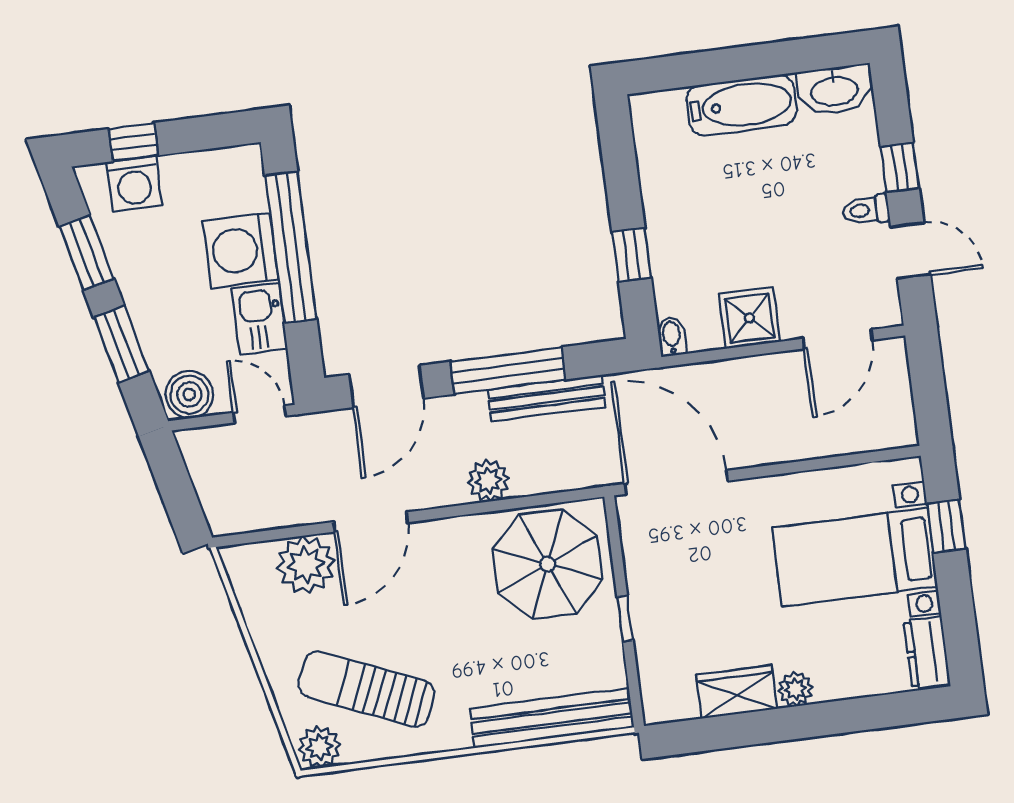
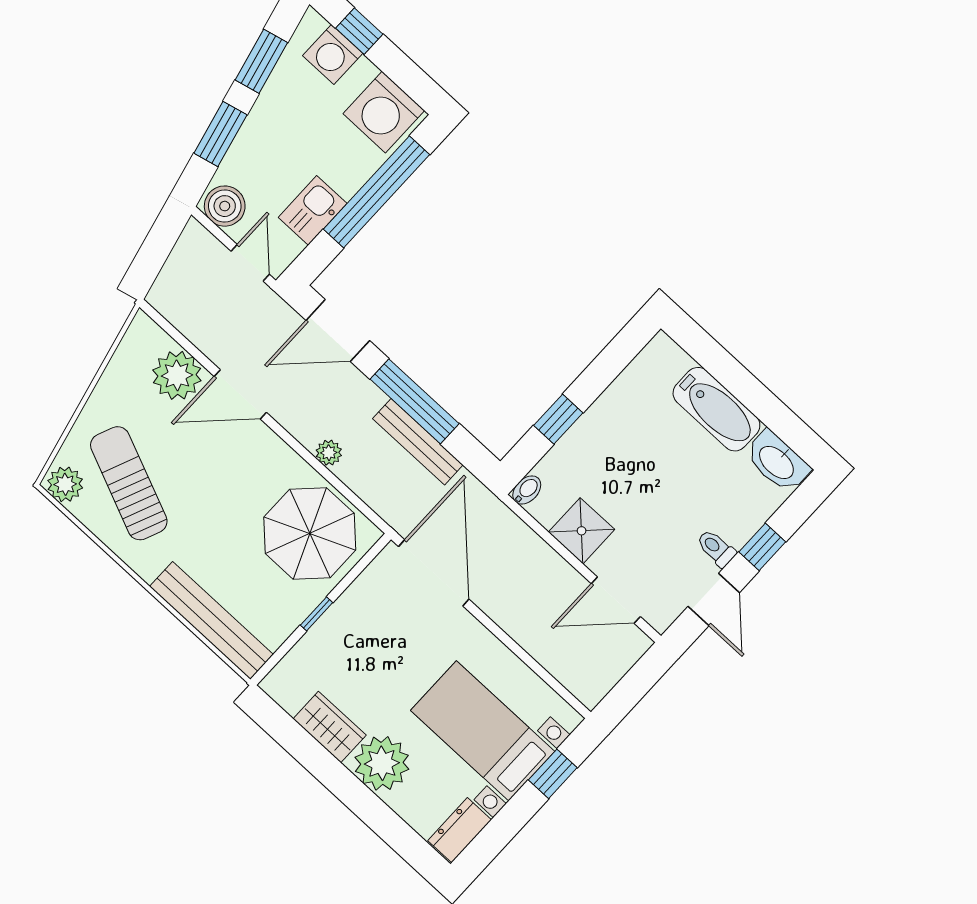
washing machine: (241, 250) -> (384, 112), moved, turned -90
plant: (489, 481) -> (329, 453), width x0.73, depth x0.73
plant: (795, 689) -> (382, 763), width x1.87, depth x1.87

